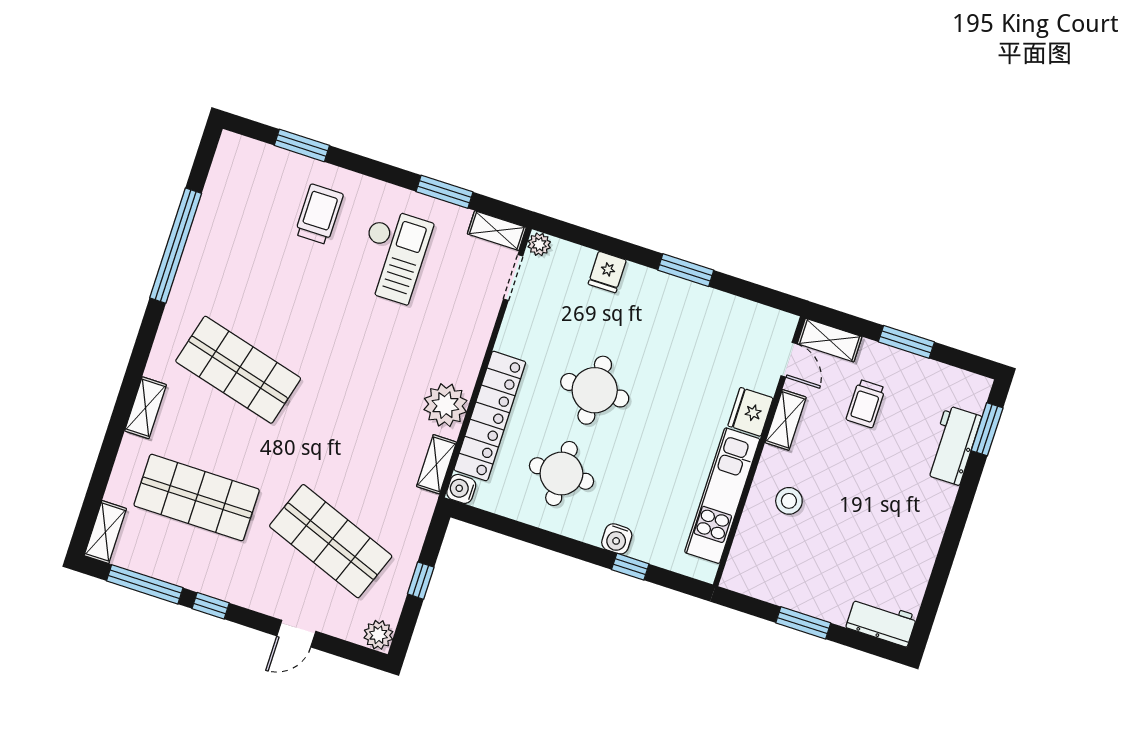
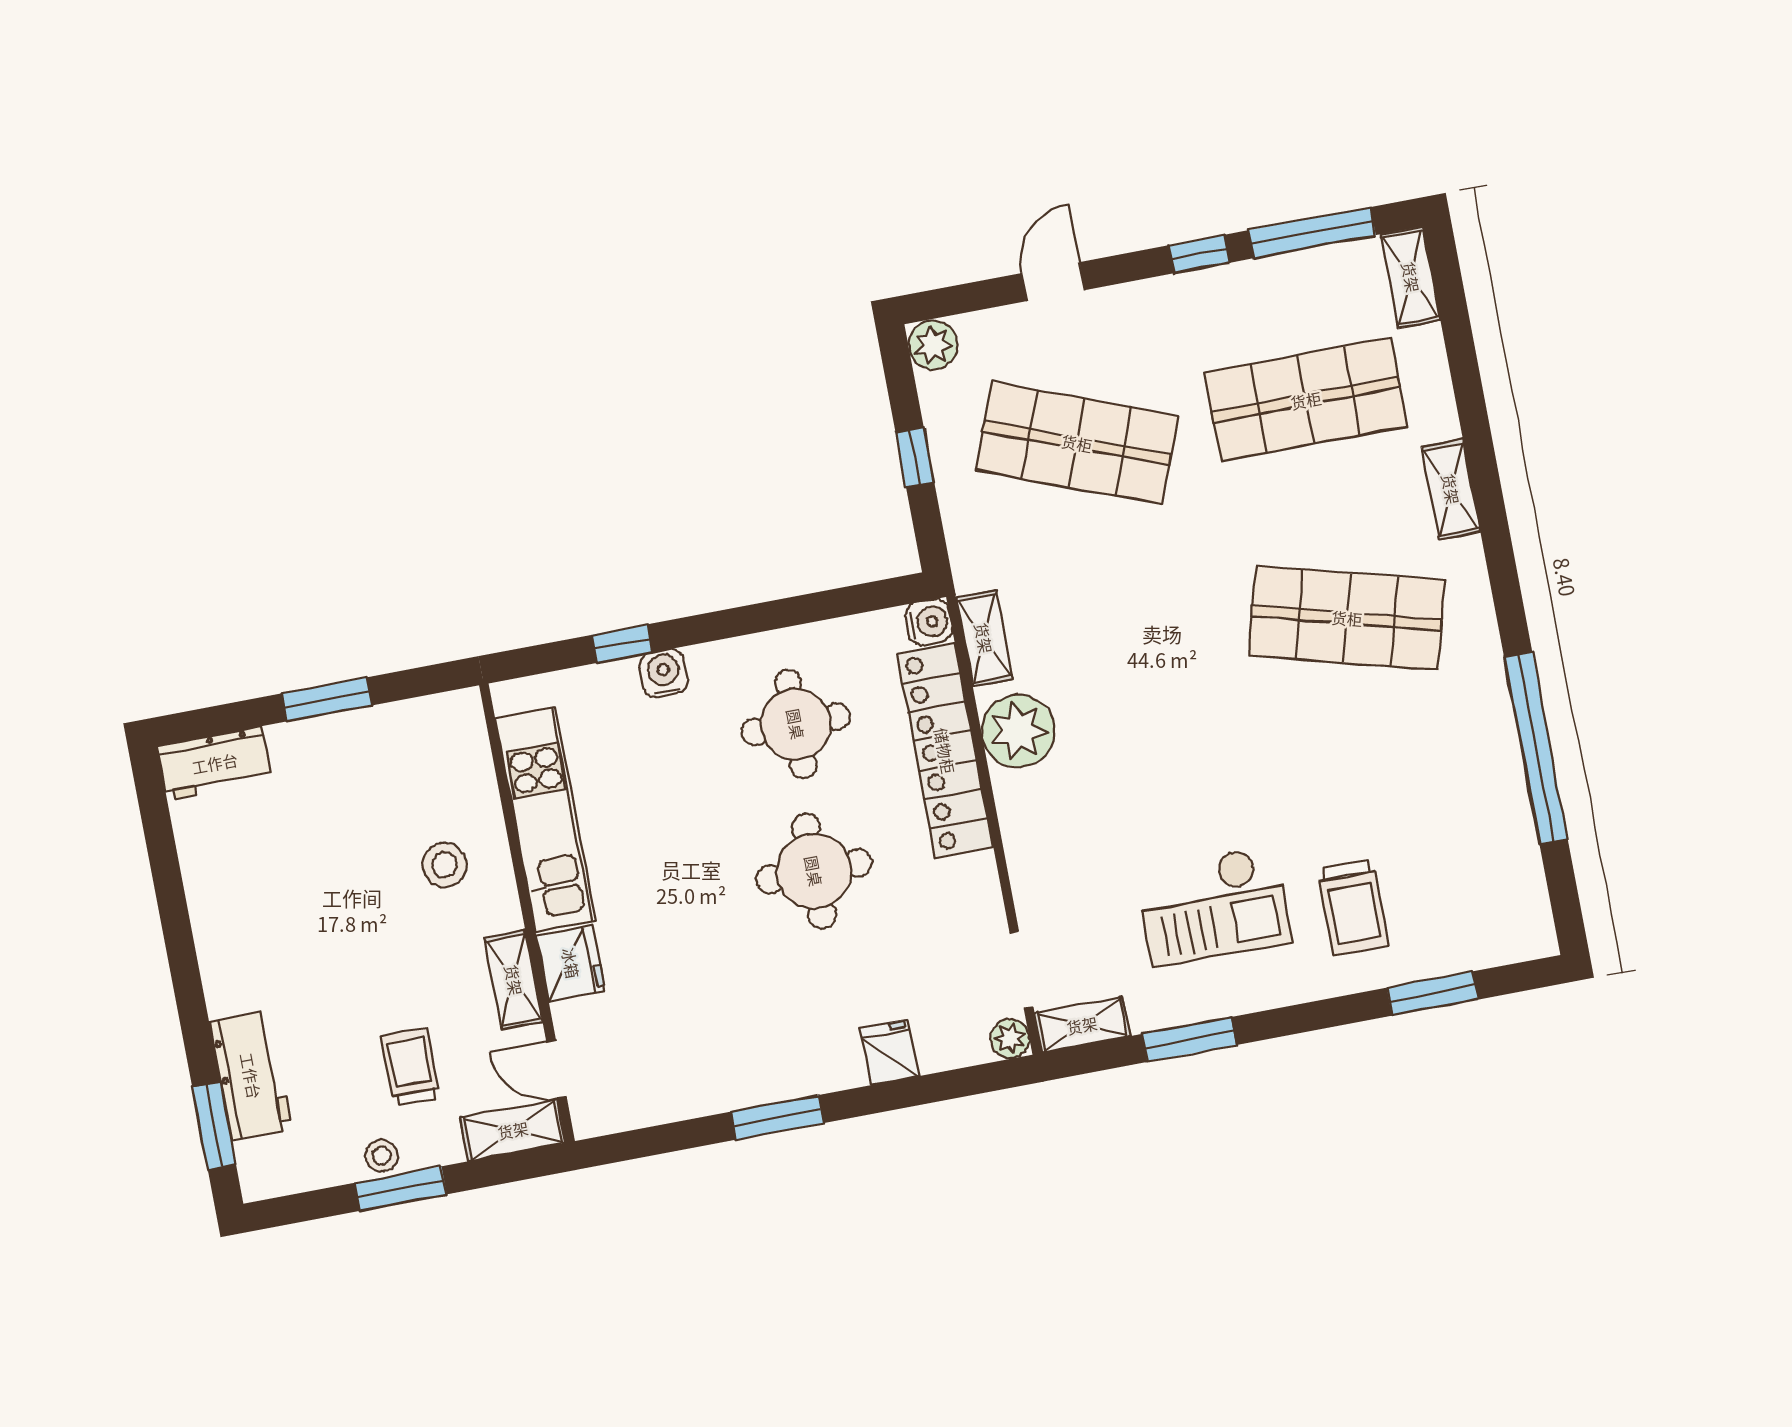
checkout: (392, 255) -> (1214, 906), turned -90
stool: (907, 365) -> (382, 1156), added

